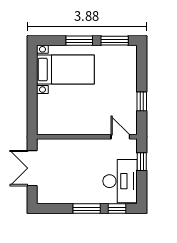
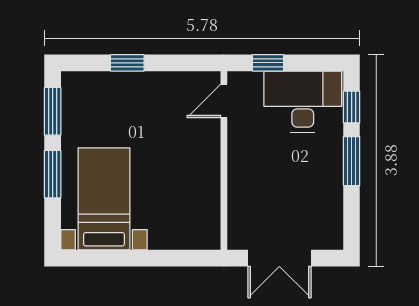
window: (142, 101) -> (127, 63), moved

